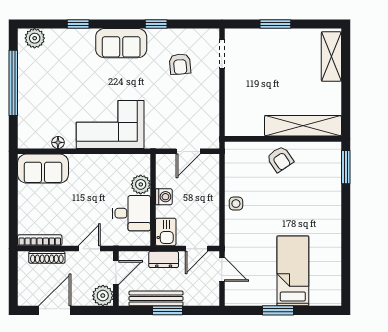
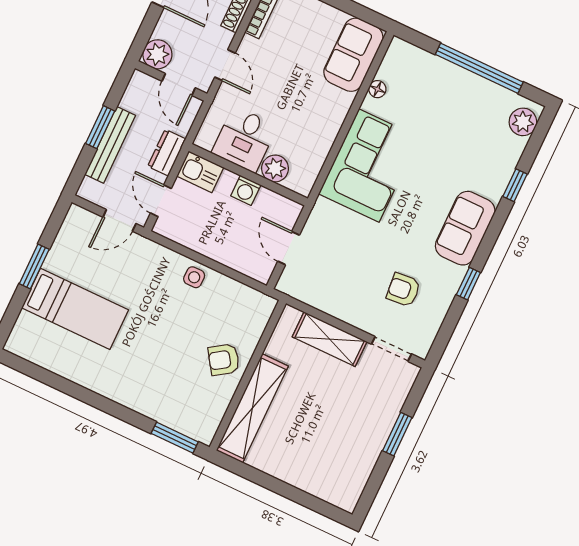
shelving: (331, 56) -> (330, 339), moved
bench: (156, 298) -> (110, 145), moved

